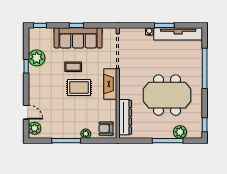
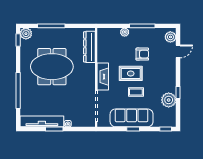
door: (26, 112) -> (178, 51), swing flipped
armchair: (106, 129) -> (142, 54), moved
plant: (180, 132) -> (26, 34), moved

